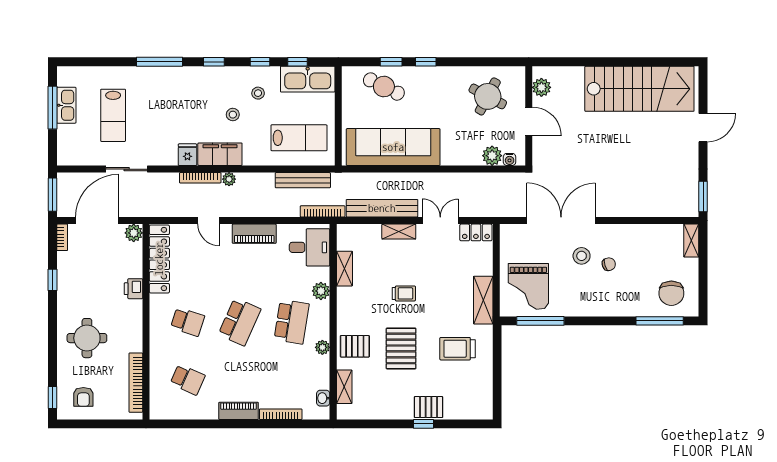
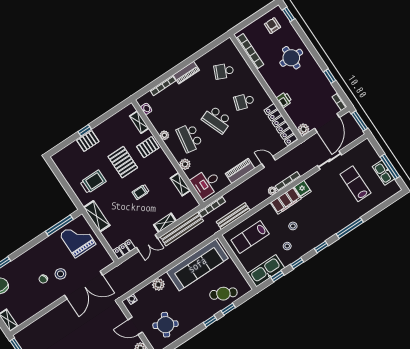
plant: (492, 156) -> (158, 284), moved
school desk: (240, 322) -> (217, 120), turned -45

